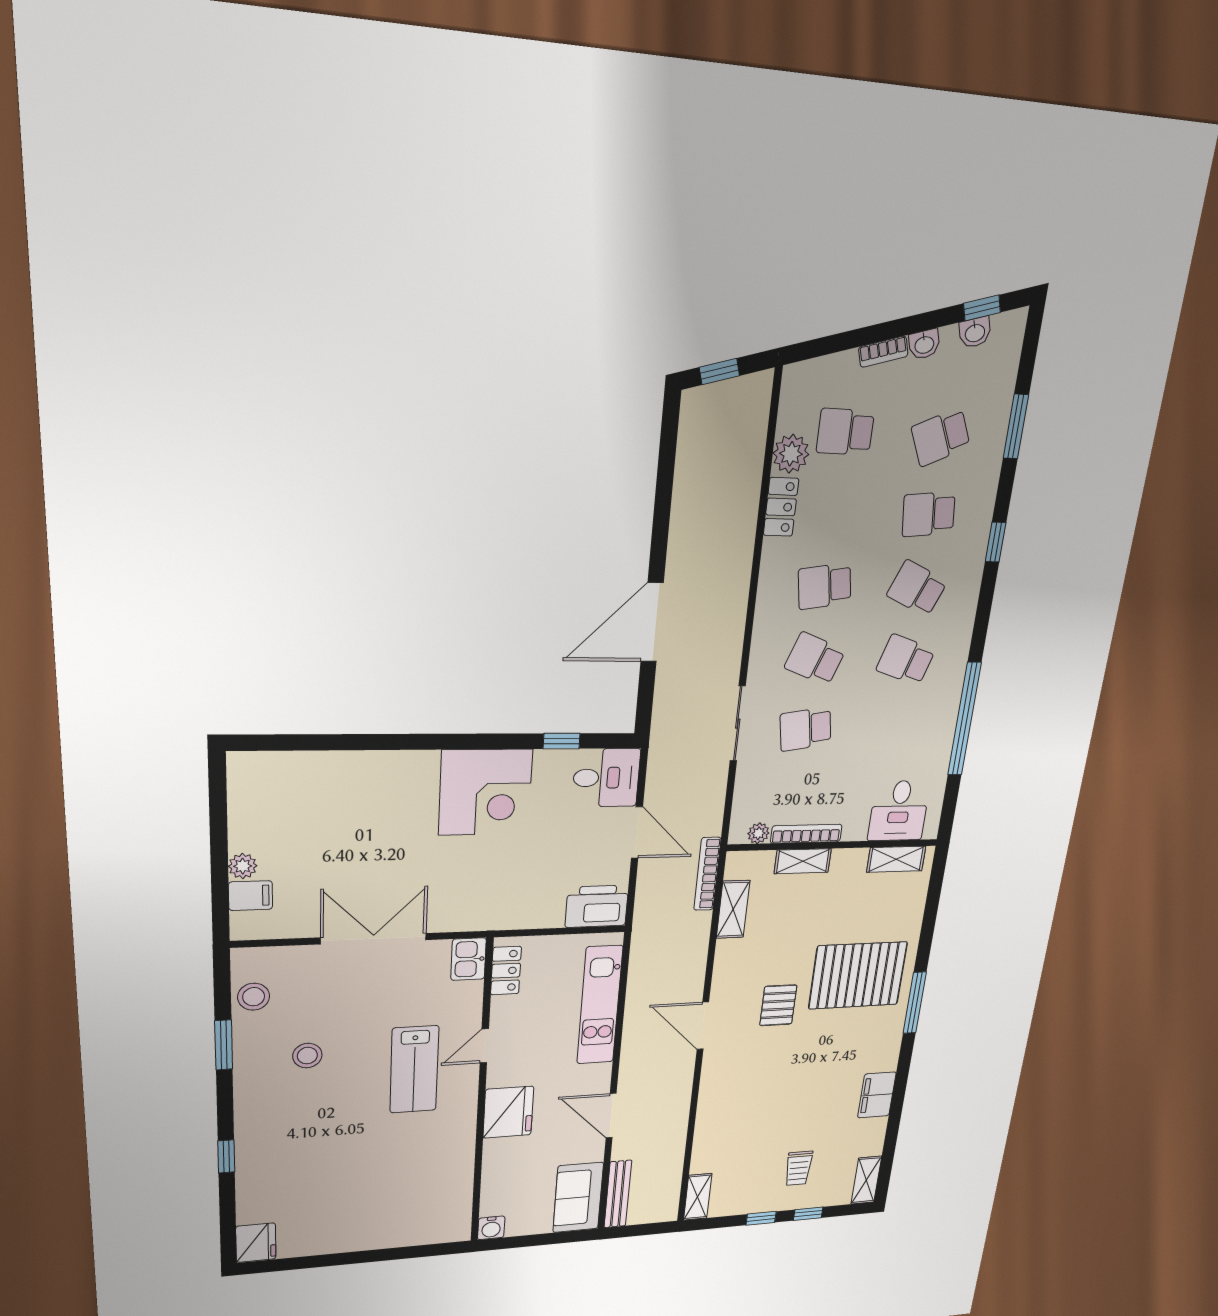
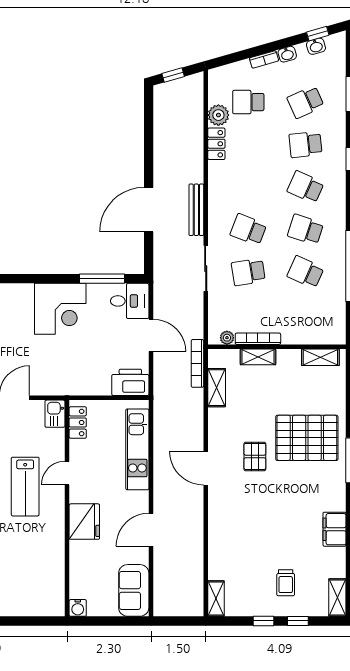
school desk: (825, 586) -> (306, 272), moved, turned 33
window: (562, 741) -> (102, 279), width x2.17
desk: (899, 811) -> (317, 325), removed
door: (611, 1116) -> (151, 530), hinge flipped
bench: (618, 1194) -> (196, 210), moved

